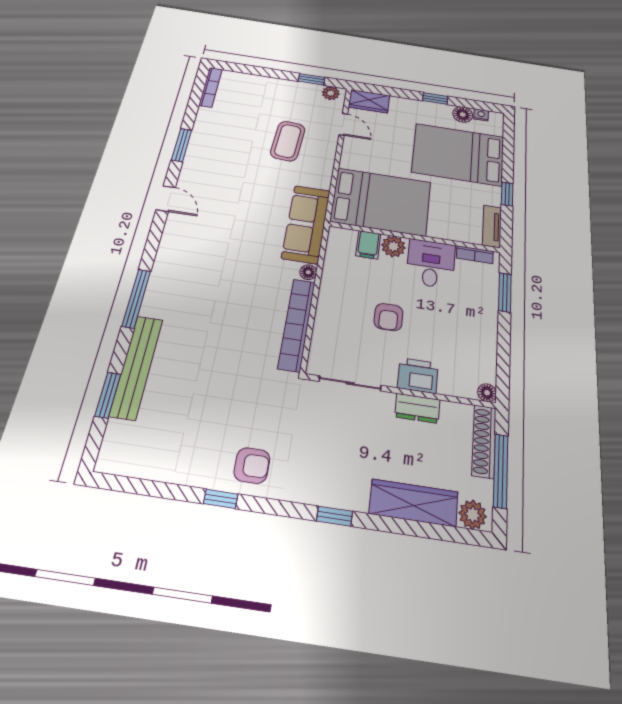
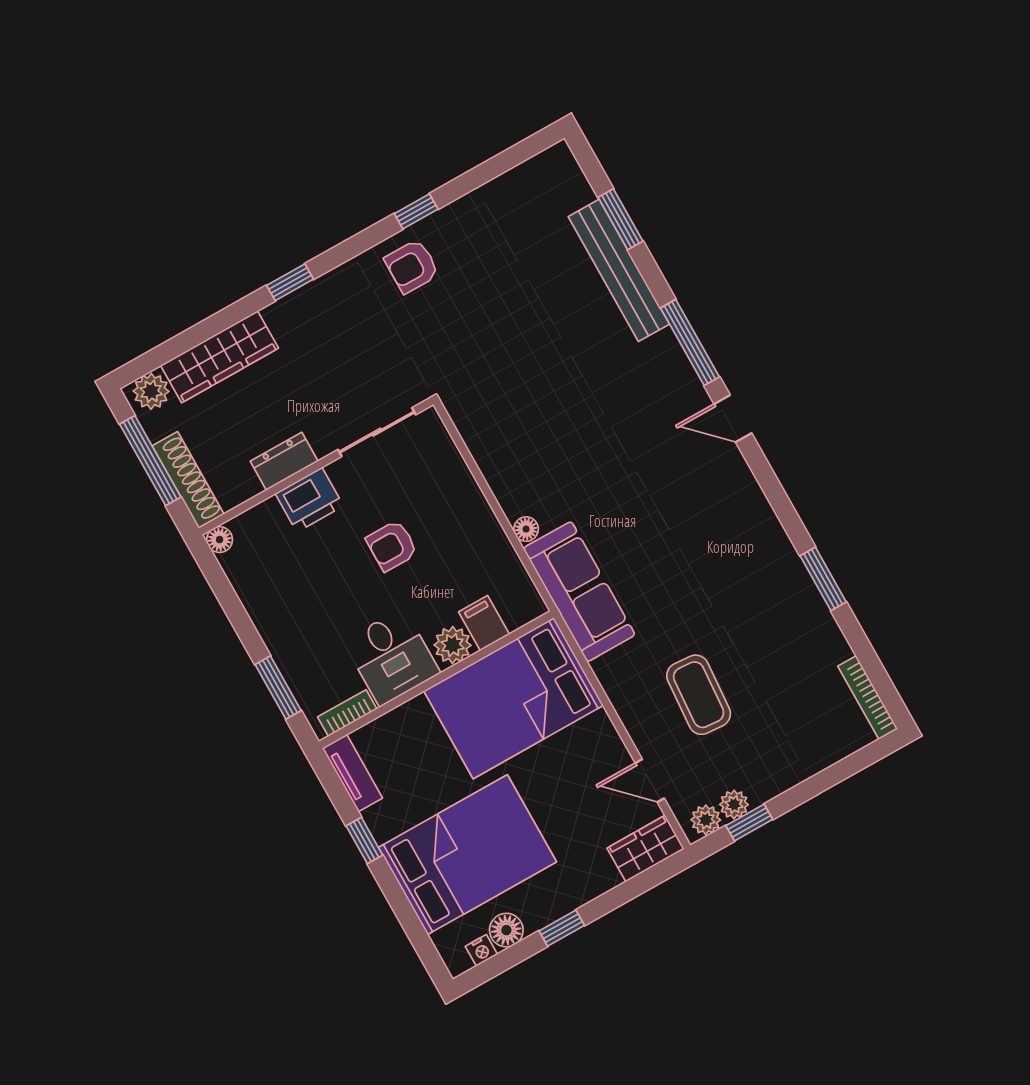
plant: (312, 90) -> (734, 804), added
door: (166, 199) -> (733, 419), moved
armchair: (389, 317) -> (392, 546), turned -90
bookcase: (297, 324) -> (488, 454), removed

